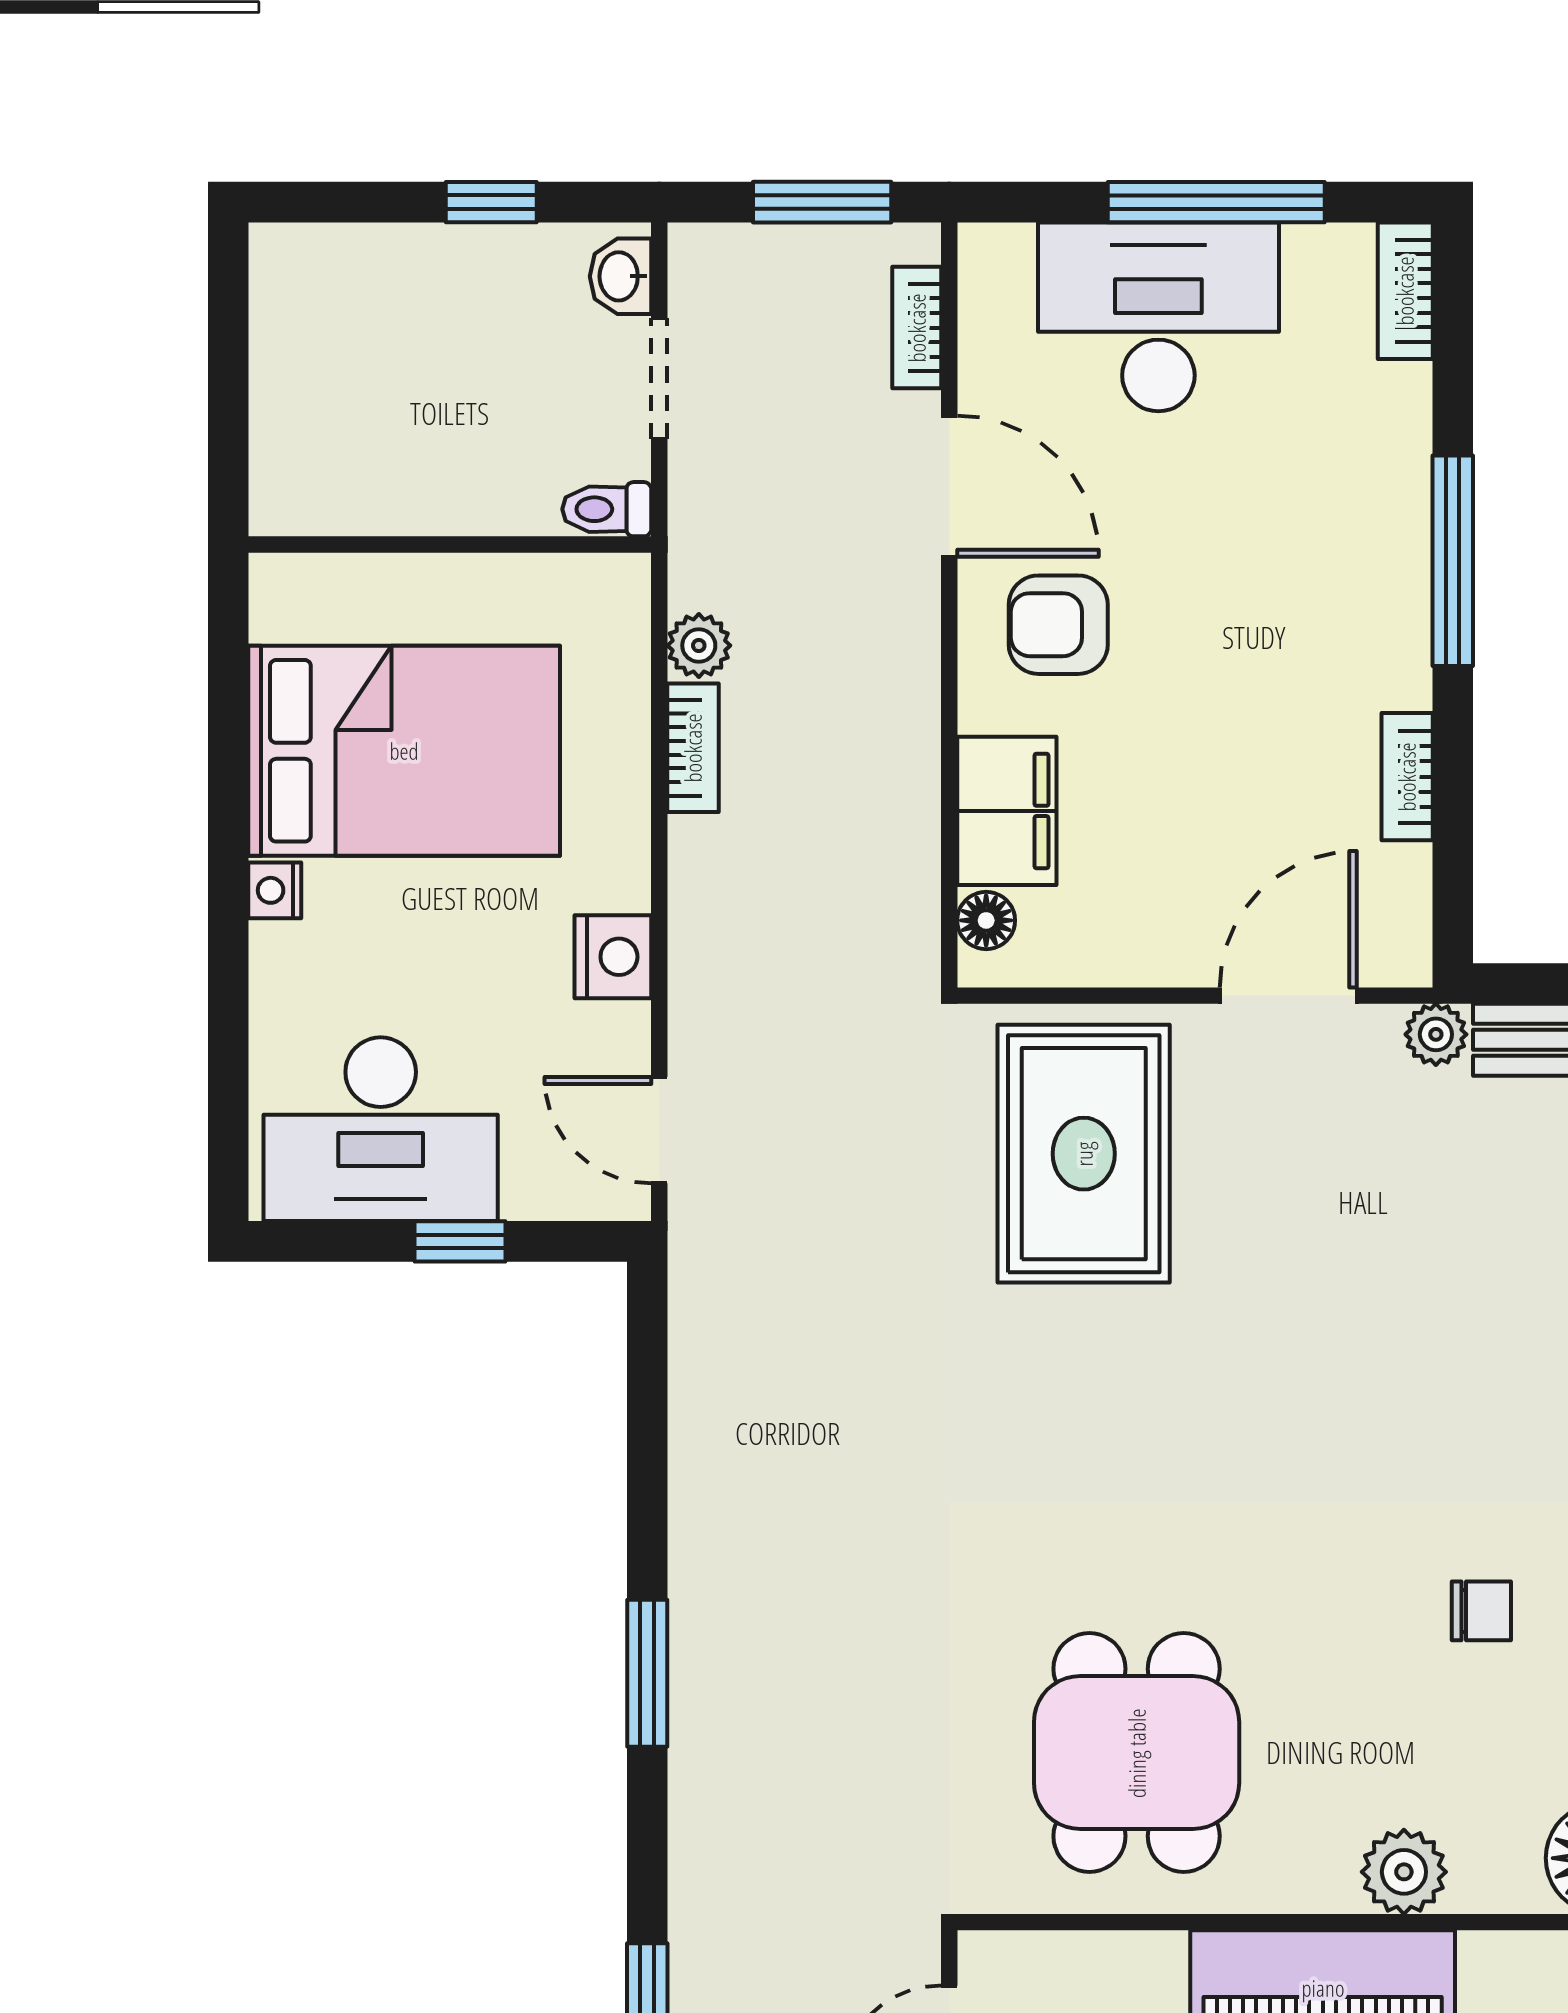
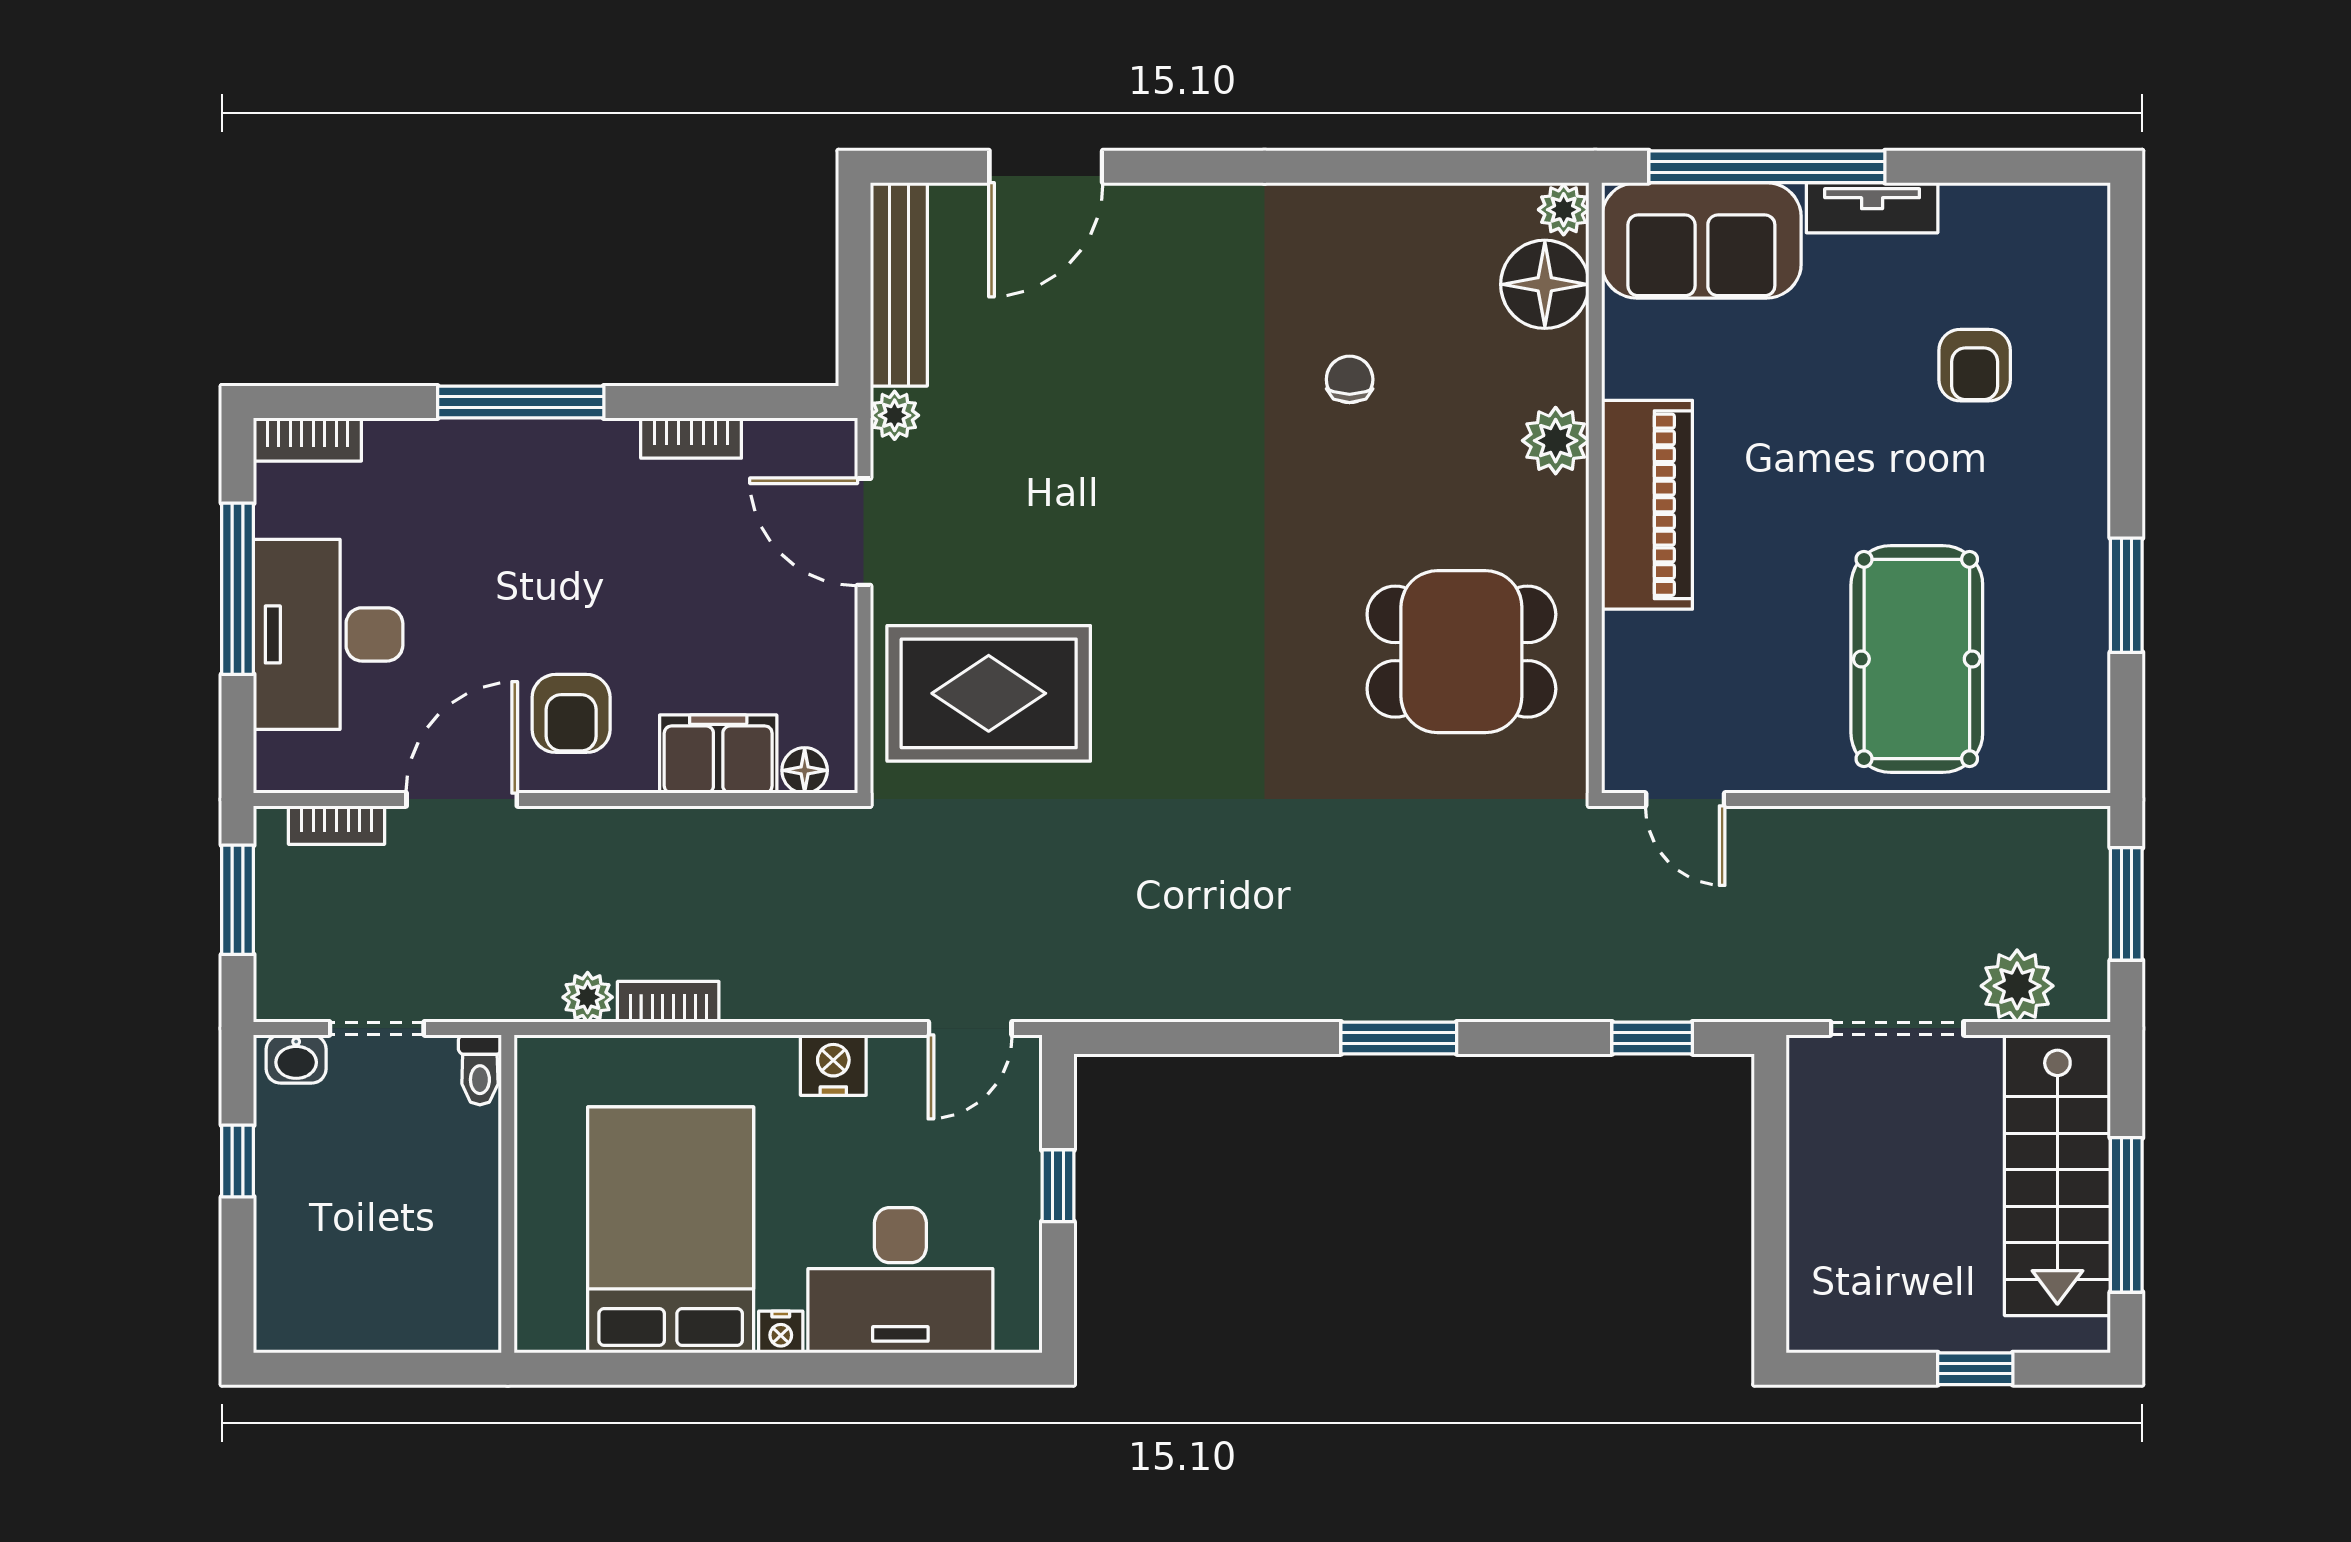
desk: (381, 1129) -> (900, 1280), moved, turned 90

